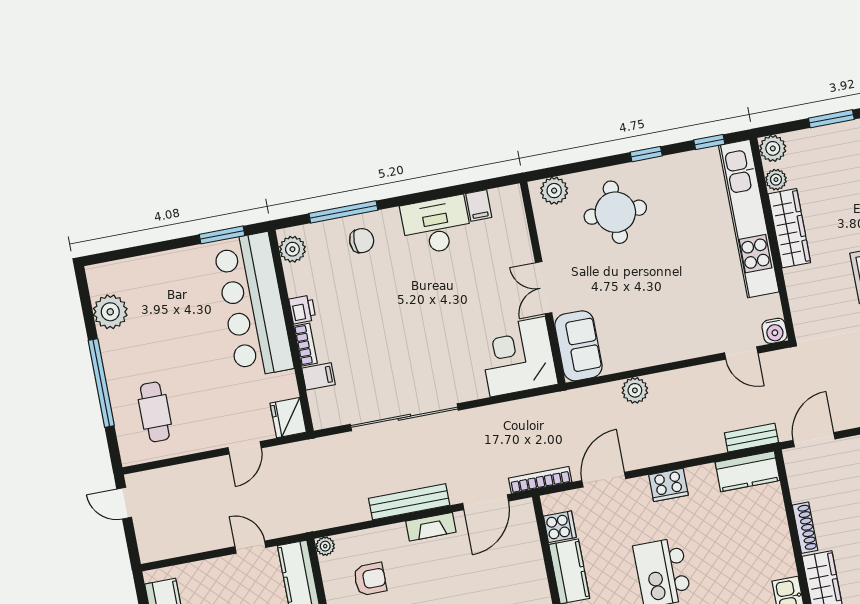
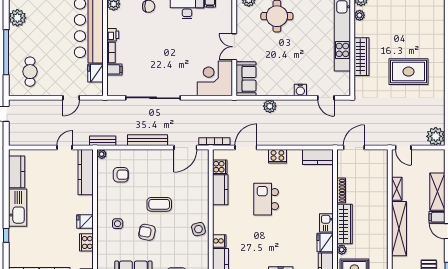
wardrobe: (789, 228) -> (362, 57), moved
water cooler: (775, 331) -> (300, 90), moved
fridge: (288, 418) -> (95, 73), moved
bench: (751, 438) -> (103, 141), moved
fireplace: (431, 527) -> (156, 155), removed
door: (250, 547) -> (65, 148), hinge flipped

